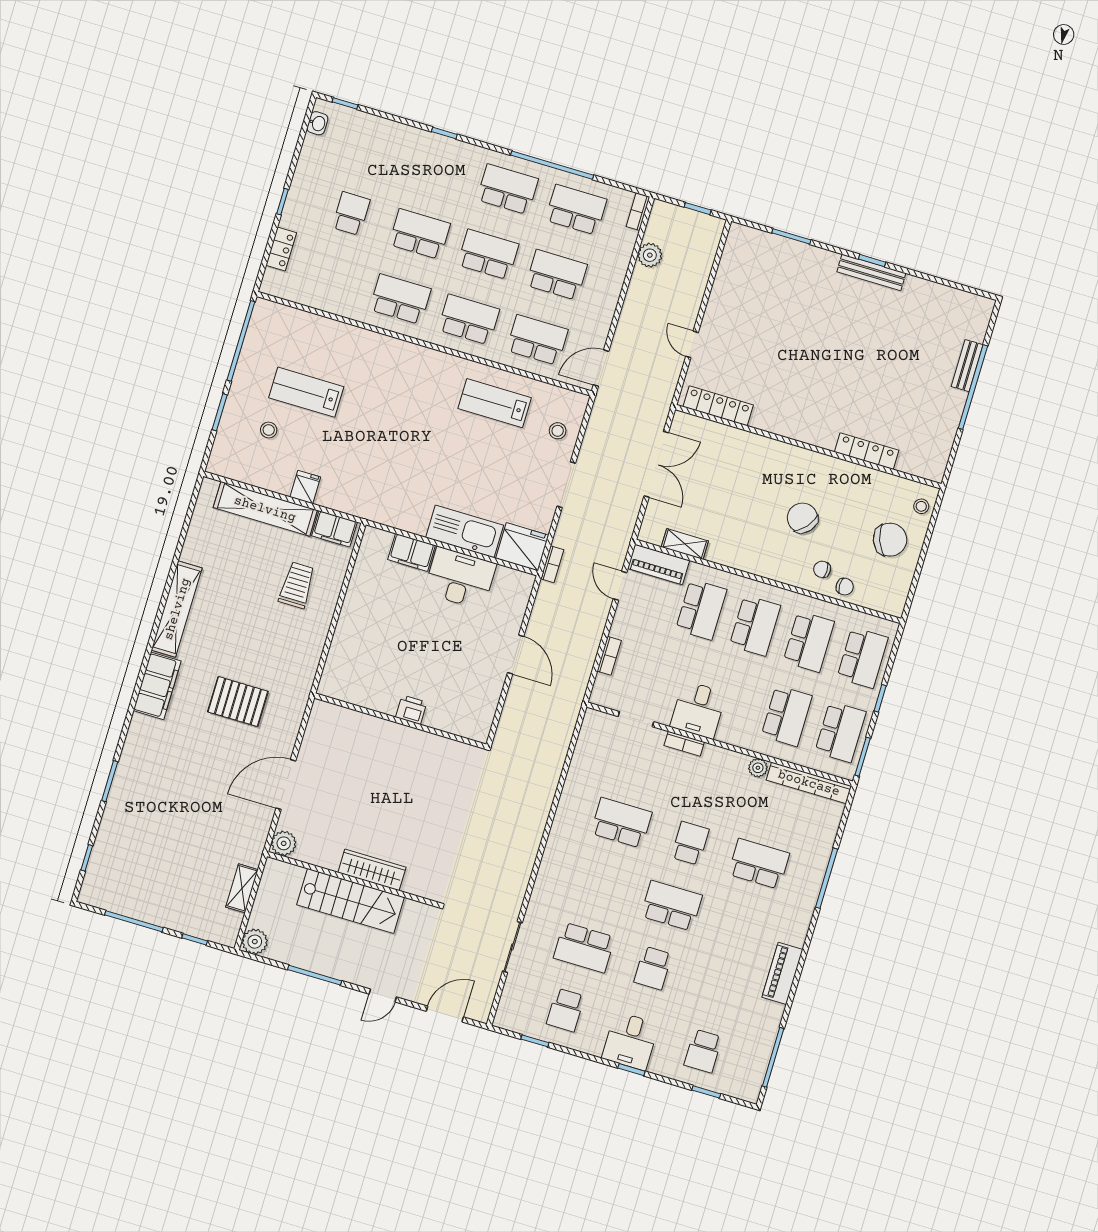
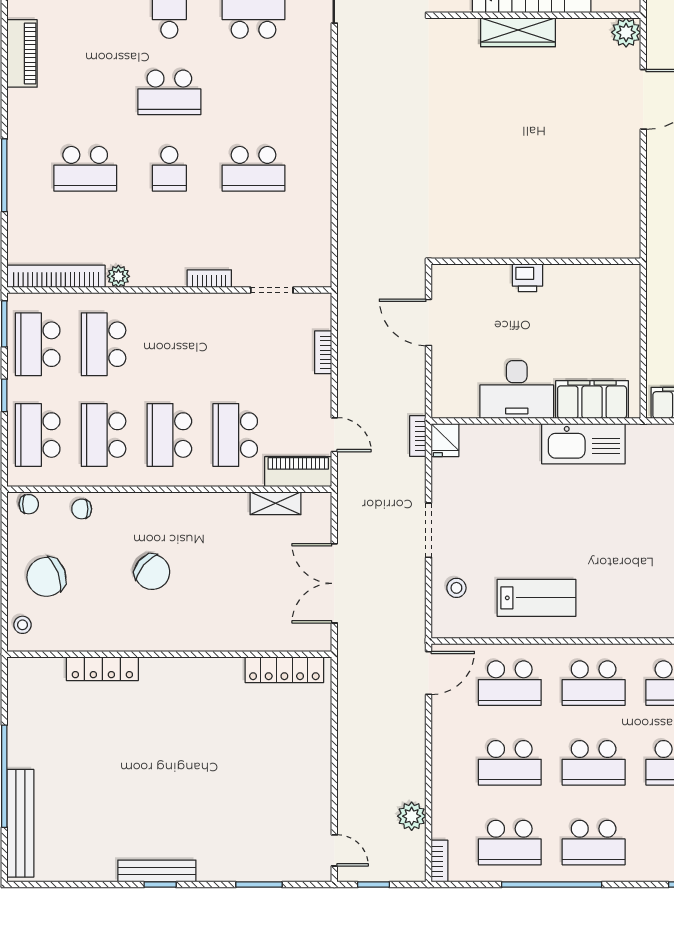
door: (692, 344) -> (334, 850), moved
bench: (967, 366) -> (20, 823), width x1.86, depth x1.21
kitchen sink: (465, 531) -> (583, 444), moved
fridge: (522, 547) -> (445, 440), width x0.53, depth x0.75
filing cabinet: (411, 552) -> (592, 400), width x1.50, depth x1.17
chair: (822, 569) -> (29, 504), moved
printer: (411, 710) -> (528, 278), moved
desk: (698, 710) -> (205, 322), removed
wall: (400, 721) -> (536, 261), moved

